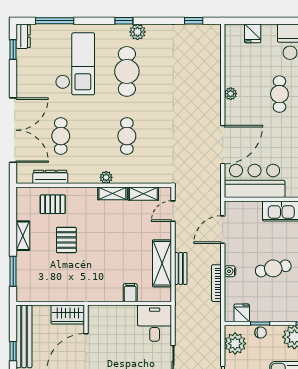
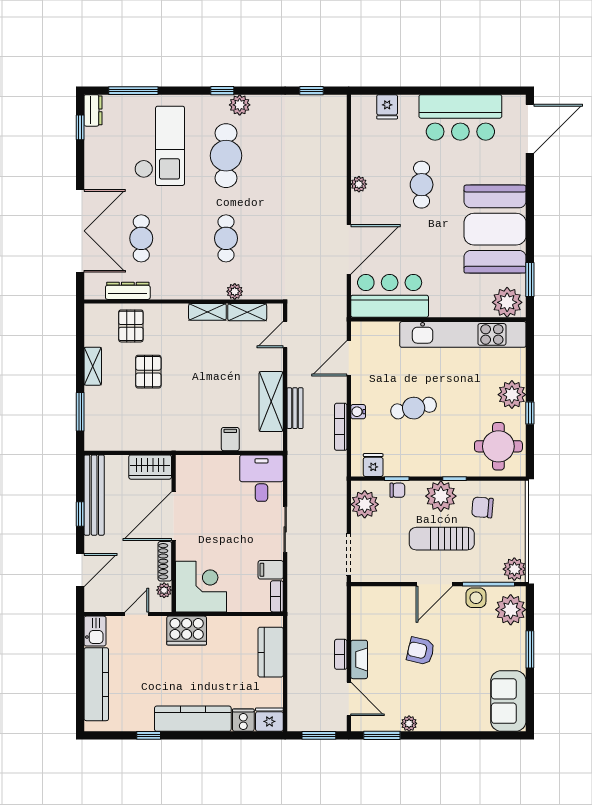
plant: (106, 177) -> (235, 291), moved
pallet: (53, 204) -> (131, 326), turned 90

